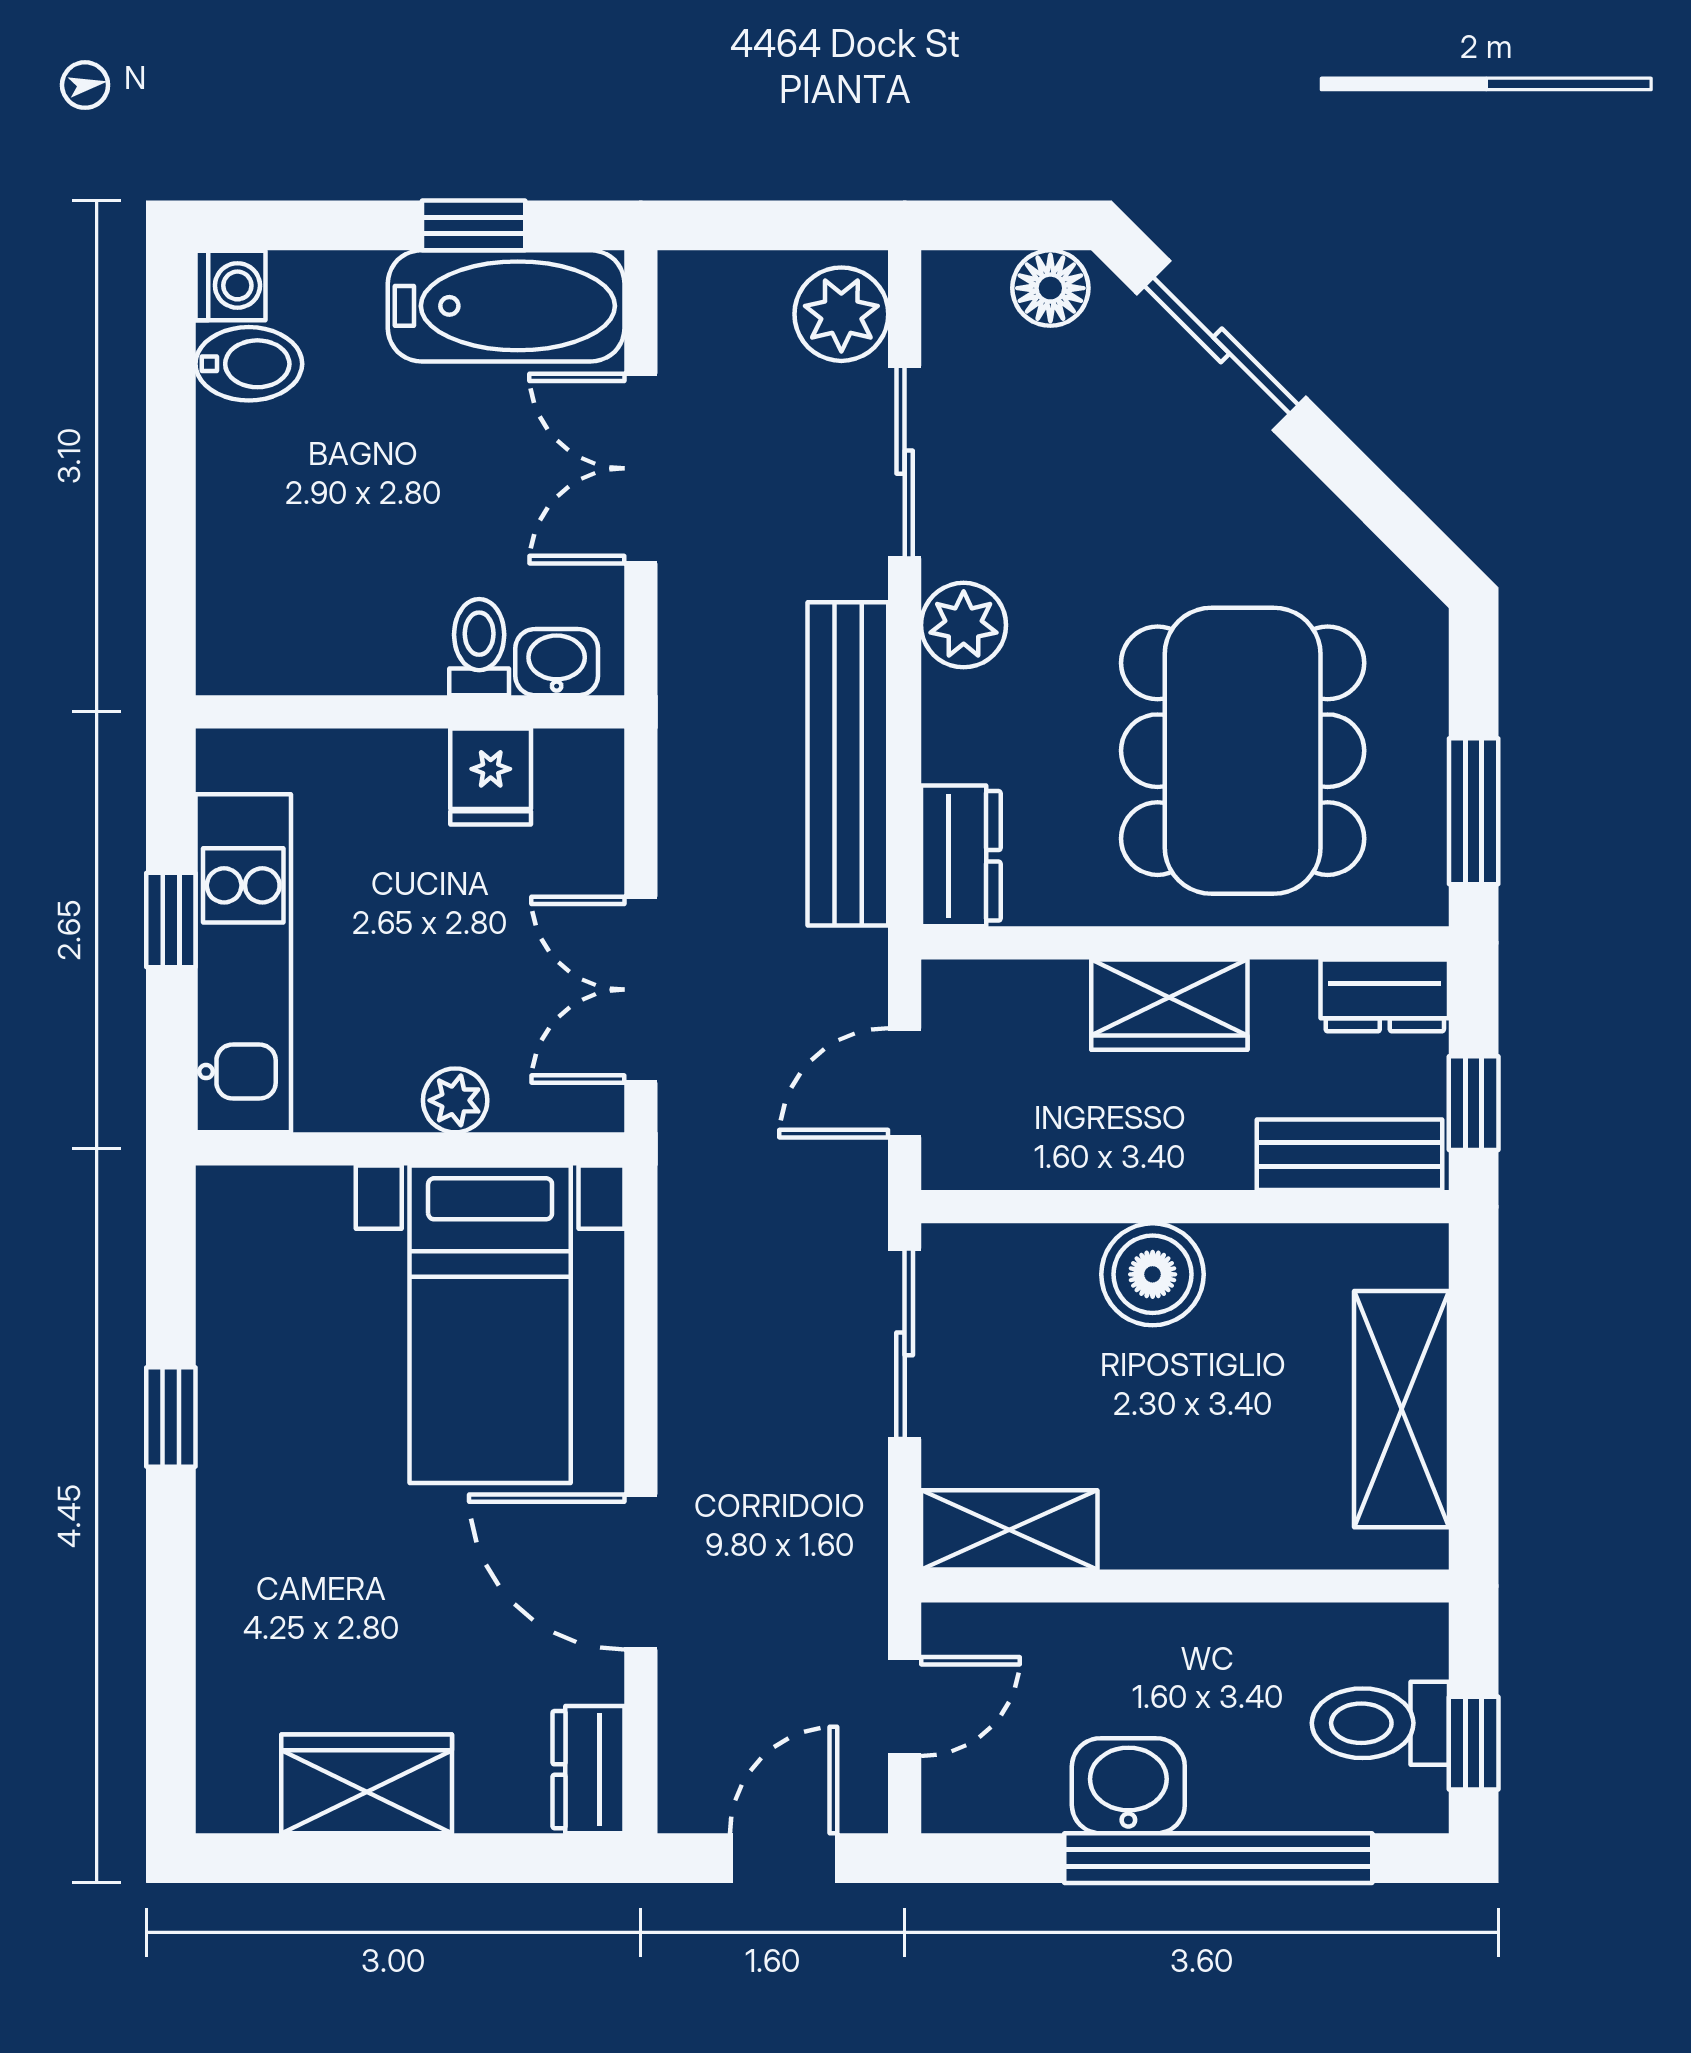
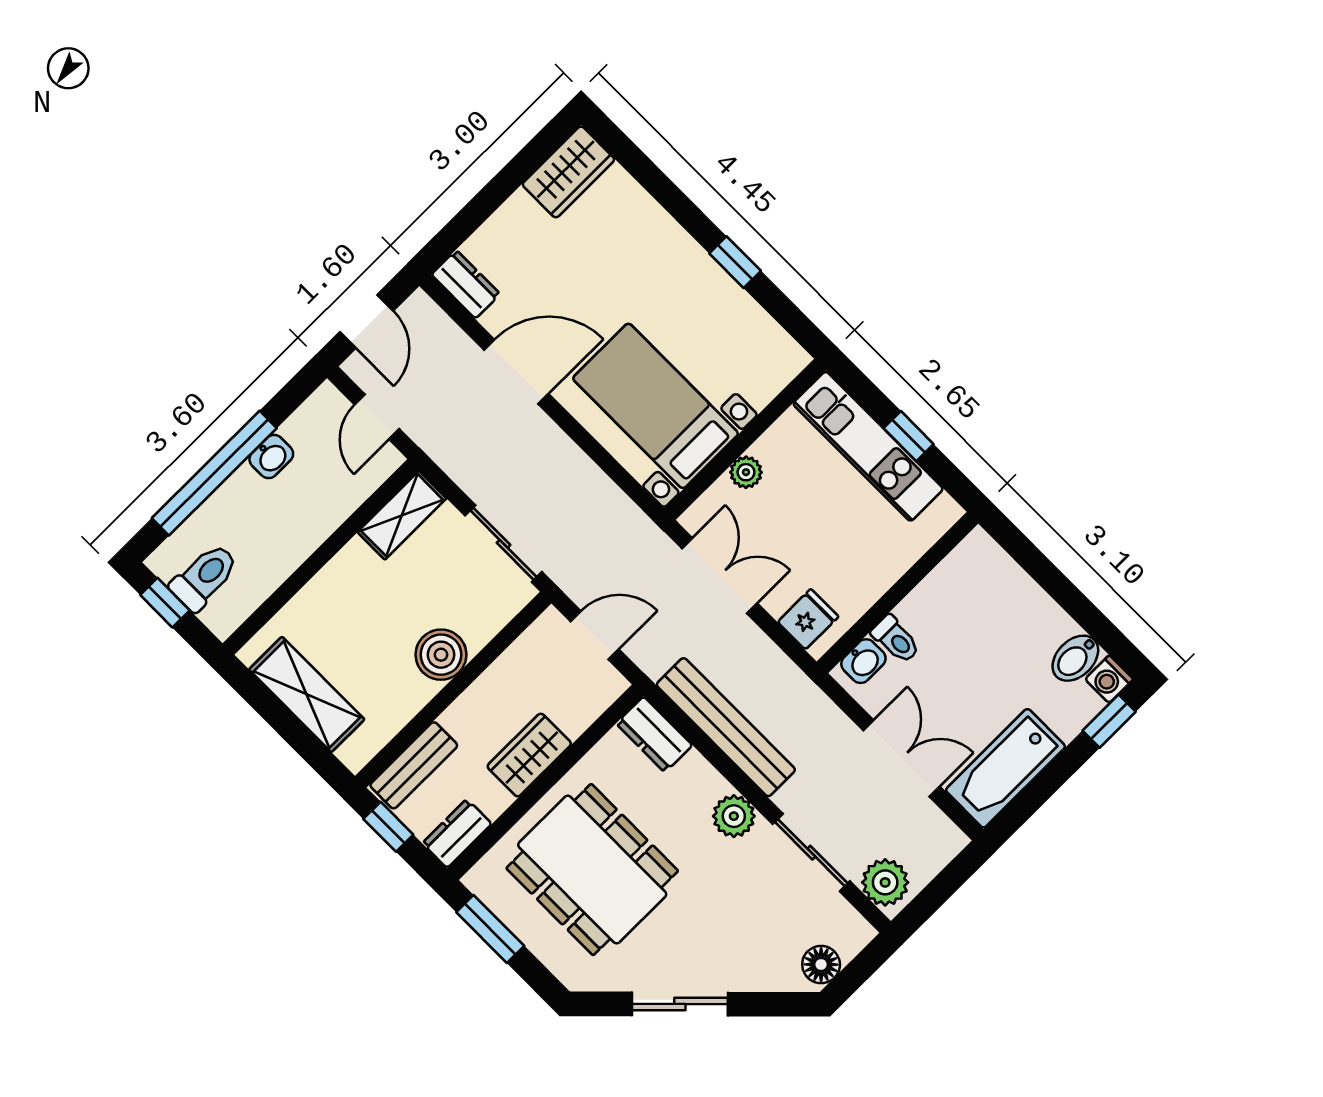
window: (474, 225) -> (1109, 721), moved
sliding door: (1221, 345) -> (680, 1004), moved
fridge: (491, 776) -> (808, 619), moved, turned 90
door: (905, 1083) -> (595, 635), hinge flipped
wardrobe: (367, 1784) -> (568, 172), moved
washbasin: (1128, 1786) -> (271, 457), width x0.72, depth x0.69

